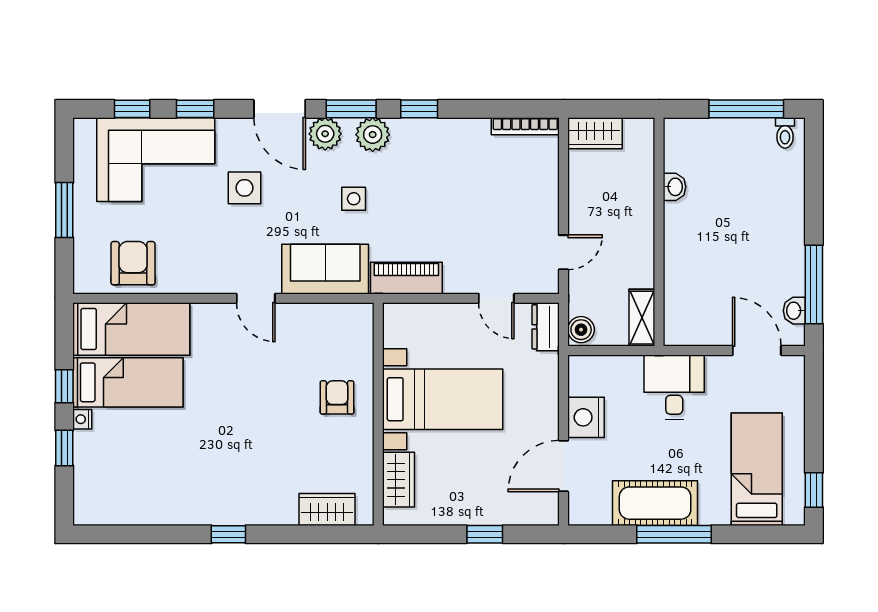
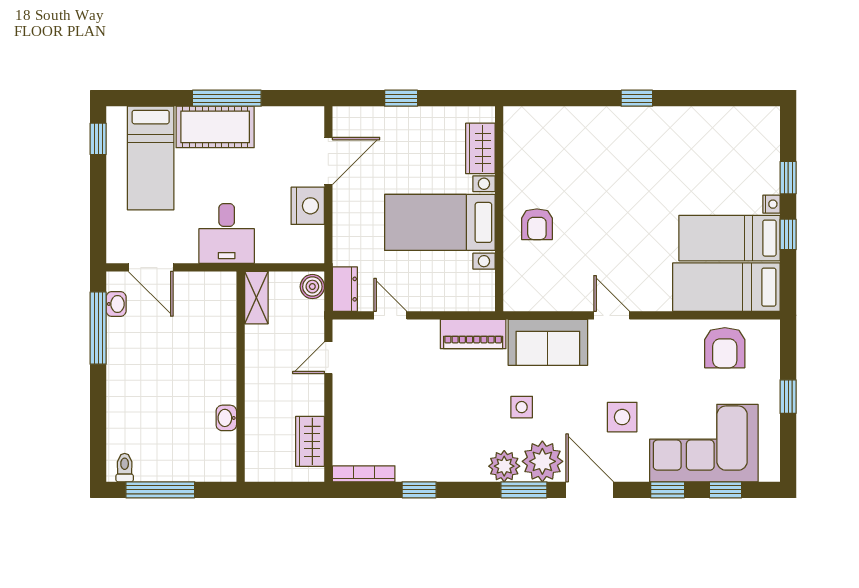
window: (419, 109) -> (419, 490), moved
wardrobe: (595, 133) -> (310, 441), moved, turned -90
plant: (325, 134) -> (542, 461), width x1.36, depth x1.36
window: (64, 210) -> (788, 397), width x0.67
cot: (655, 503) -> (215, 127), moved
wardrobe: (327, 509) -> (546, 121), removed

